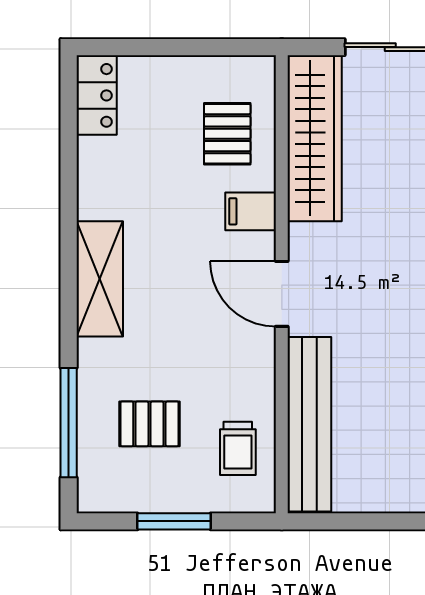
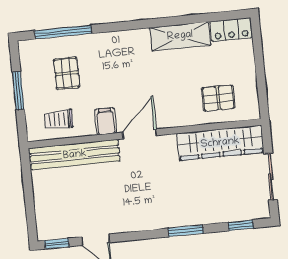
filing cabinet: (251, 211) -> (106, 121), moved
shelving: (100, 279) -> (180, 36), moved

